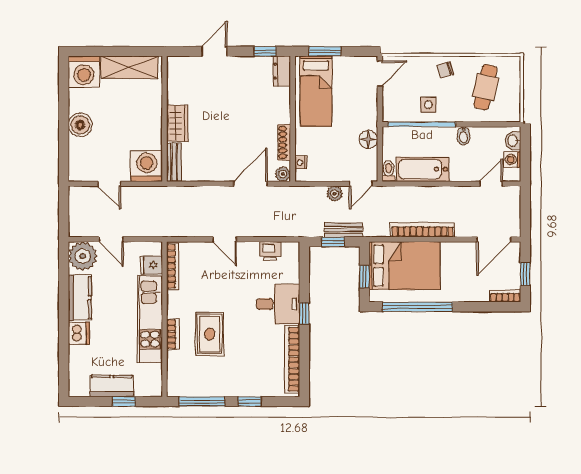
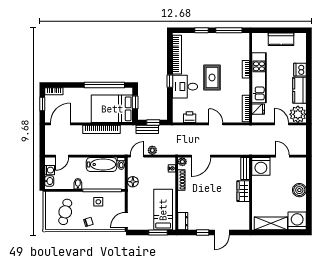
window: (265, 51) -> (203, 233), moved
rug: (210, 334) -> (212, 77), moved
window: (124, 402) -> (274, 30), removed

